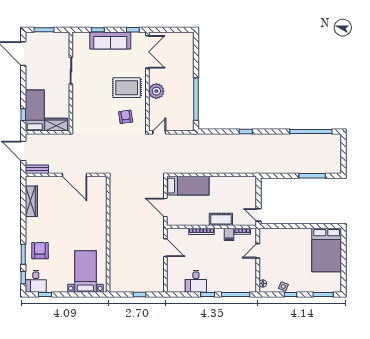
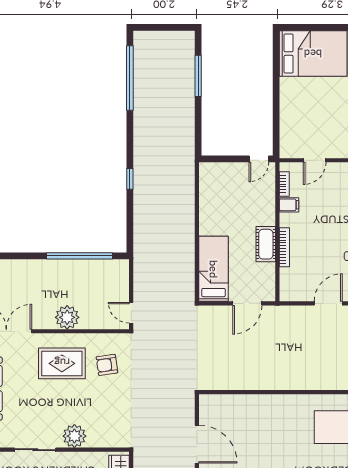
rug: (127, 88) -> (62, 363), turned 90
plant: (80, 96) -> (74, 436), added
door: (74, 175) -> (197, 444), hinge flipped
cot: (221, 219) -> (266, 244), moved
door: (165, 248) -> (328, 303), moved
door: (258, 251) -> (315, 160), hinge flipped

